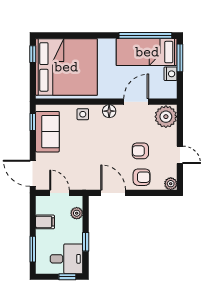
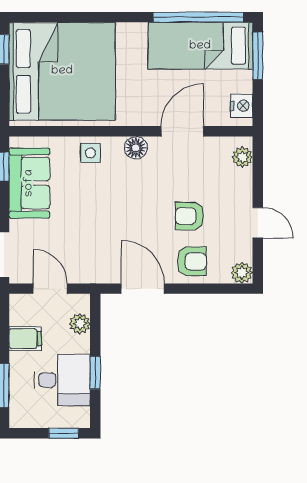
nightstand: (171, 74) -> (242, 106), moved
plant: (166, 117) -> (242, 157), width x0.53, depth x0.53
desk: (67, 259) -> (62, 380), moved

